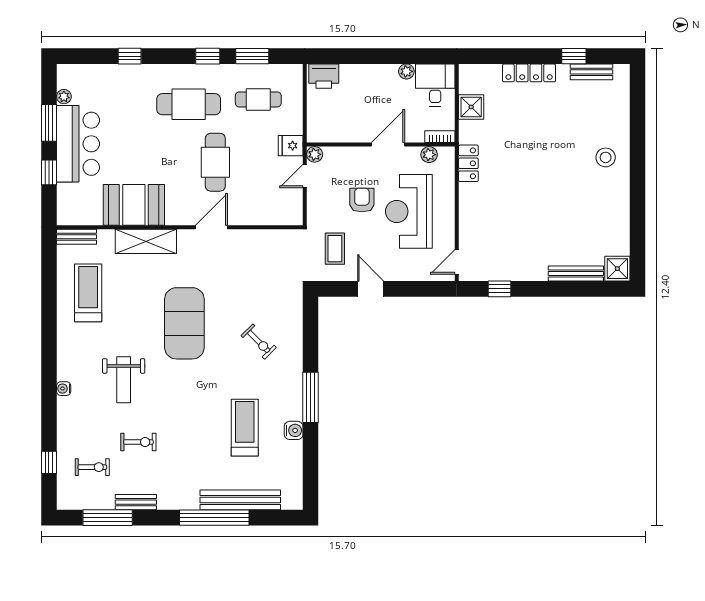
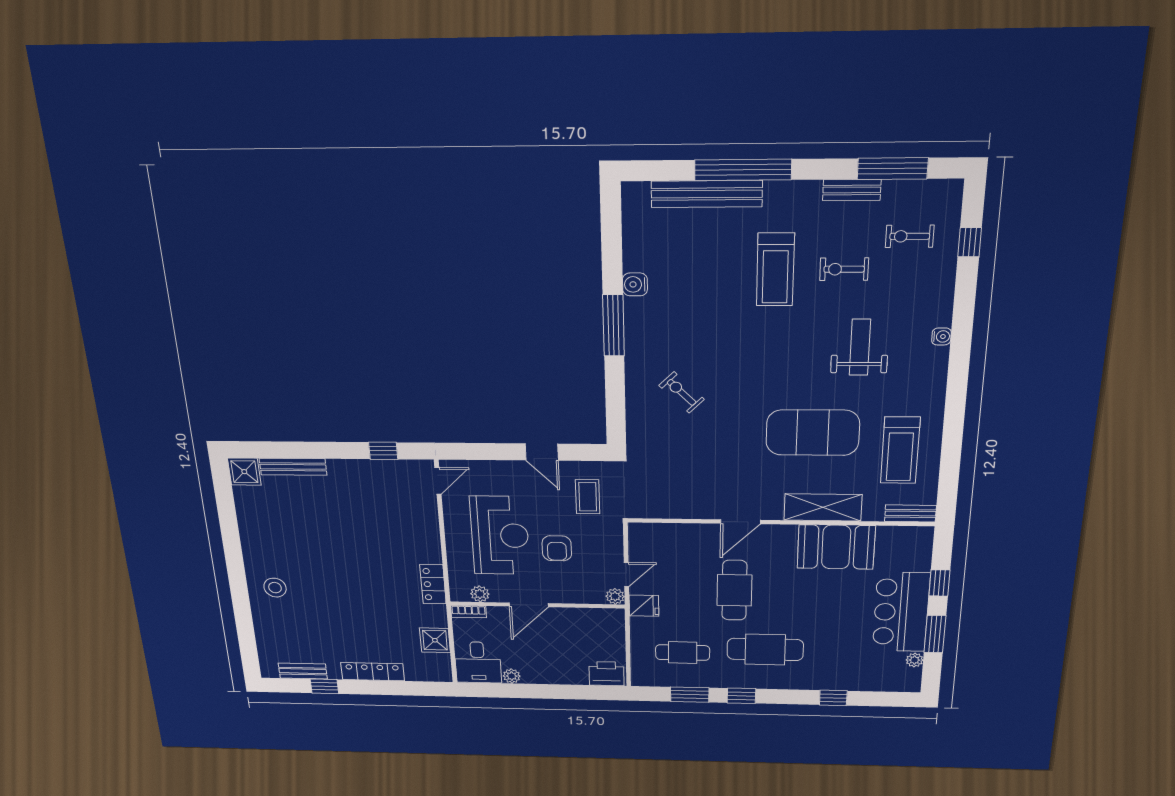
exercise mat: (184, 323) -> (813, 433), moved, turned 90
treadmill: (245, 428) -> (775, 270), moved

